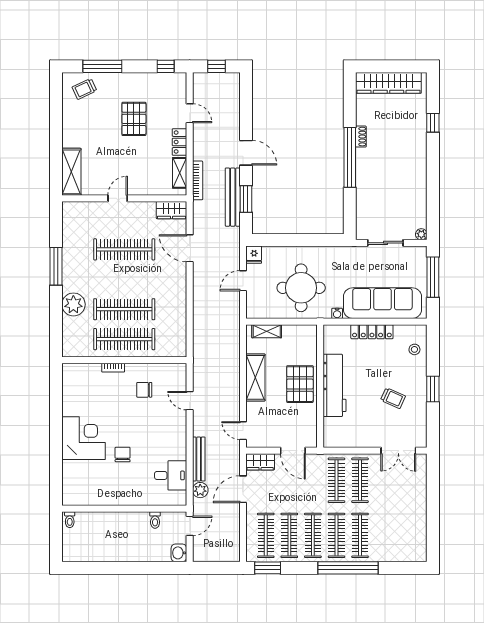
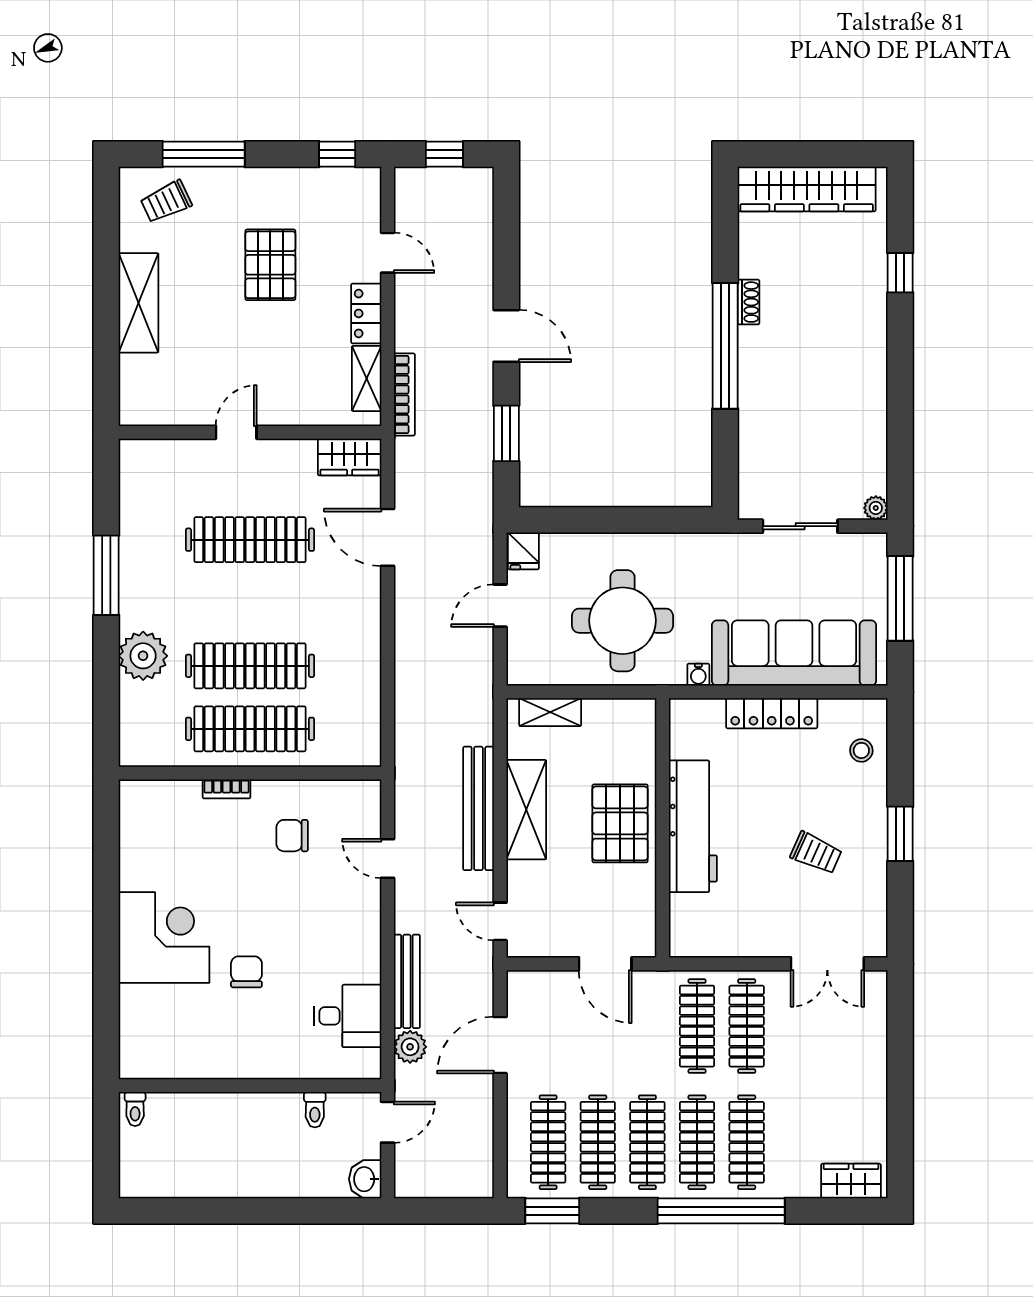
shelving: (71, 172) -> (139, 303), moved
bench: (233, 197) -> (478, 808), moved
wardrobe: (260, 462) -> (851, 1181), moved, turned 180

